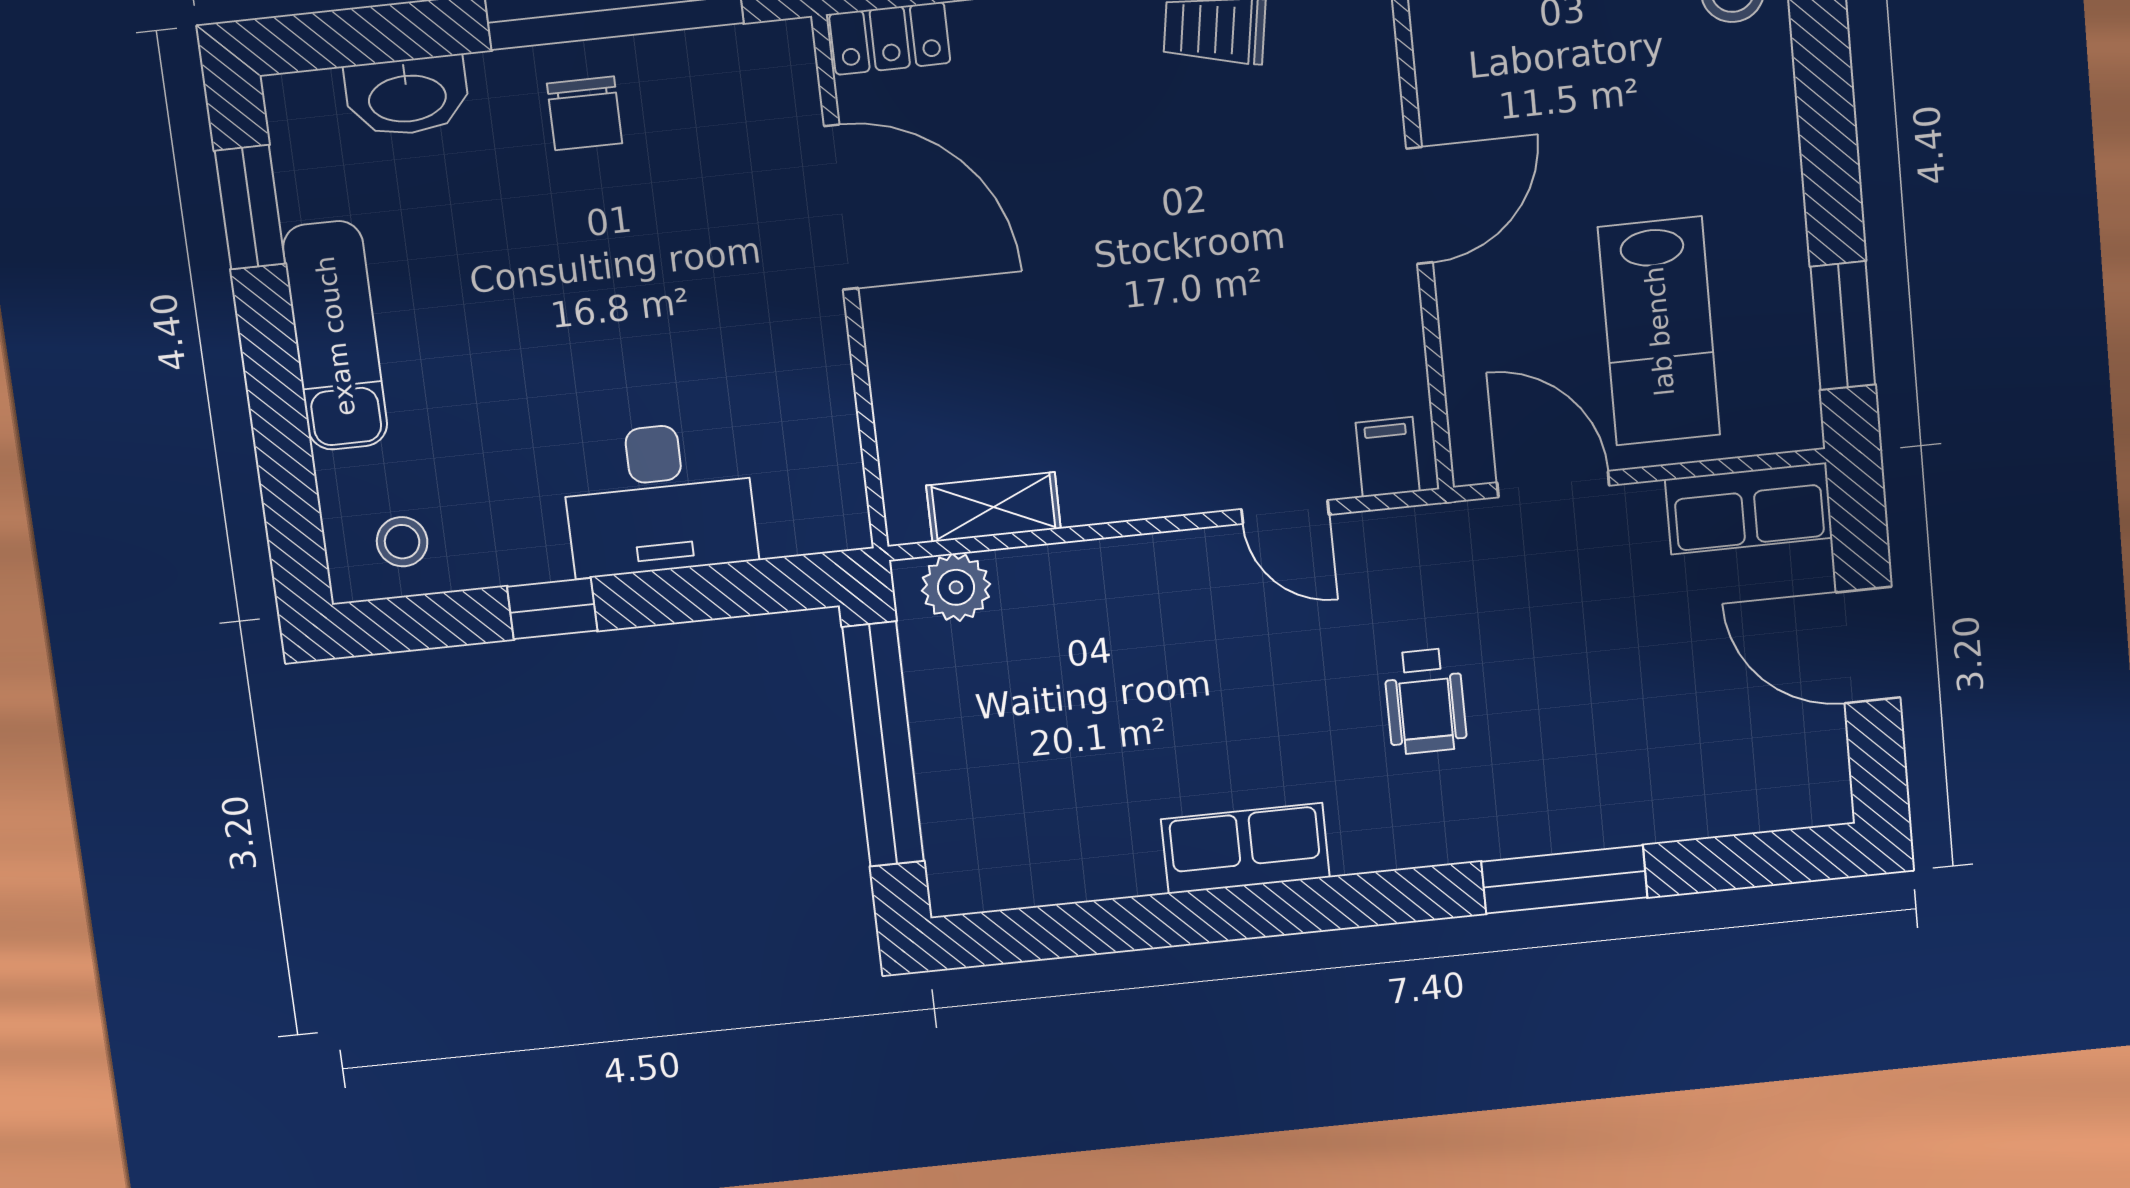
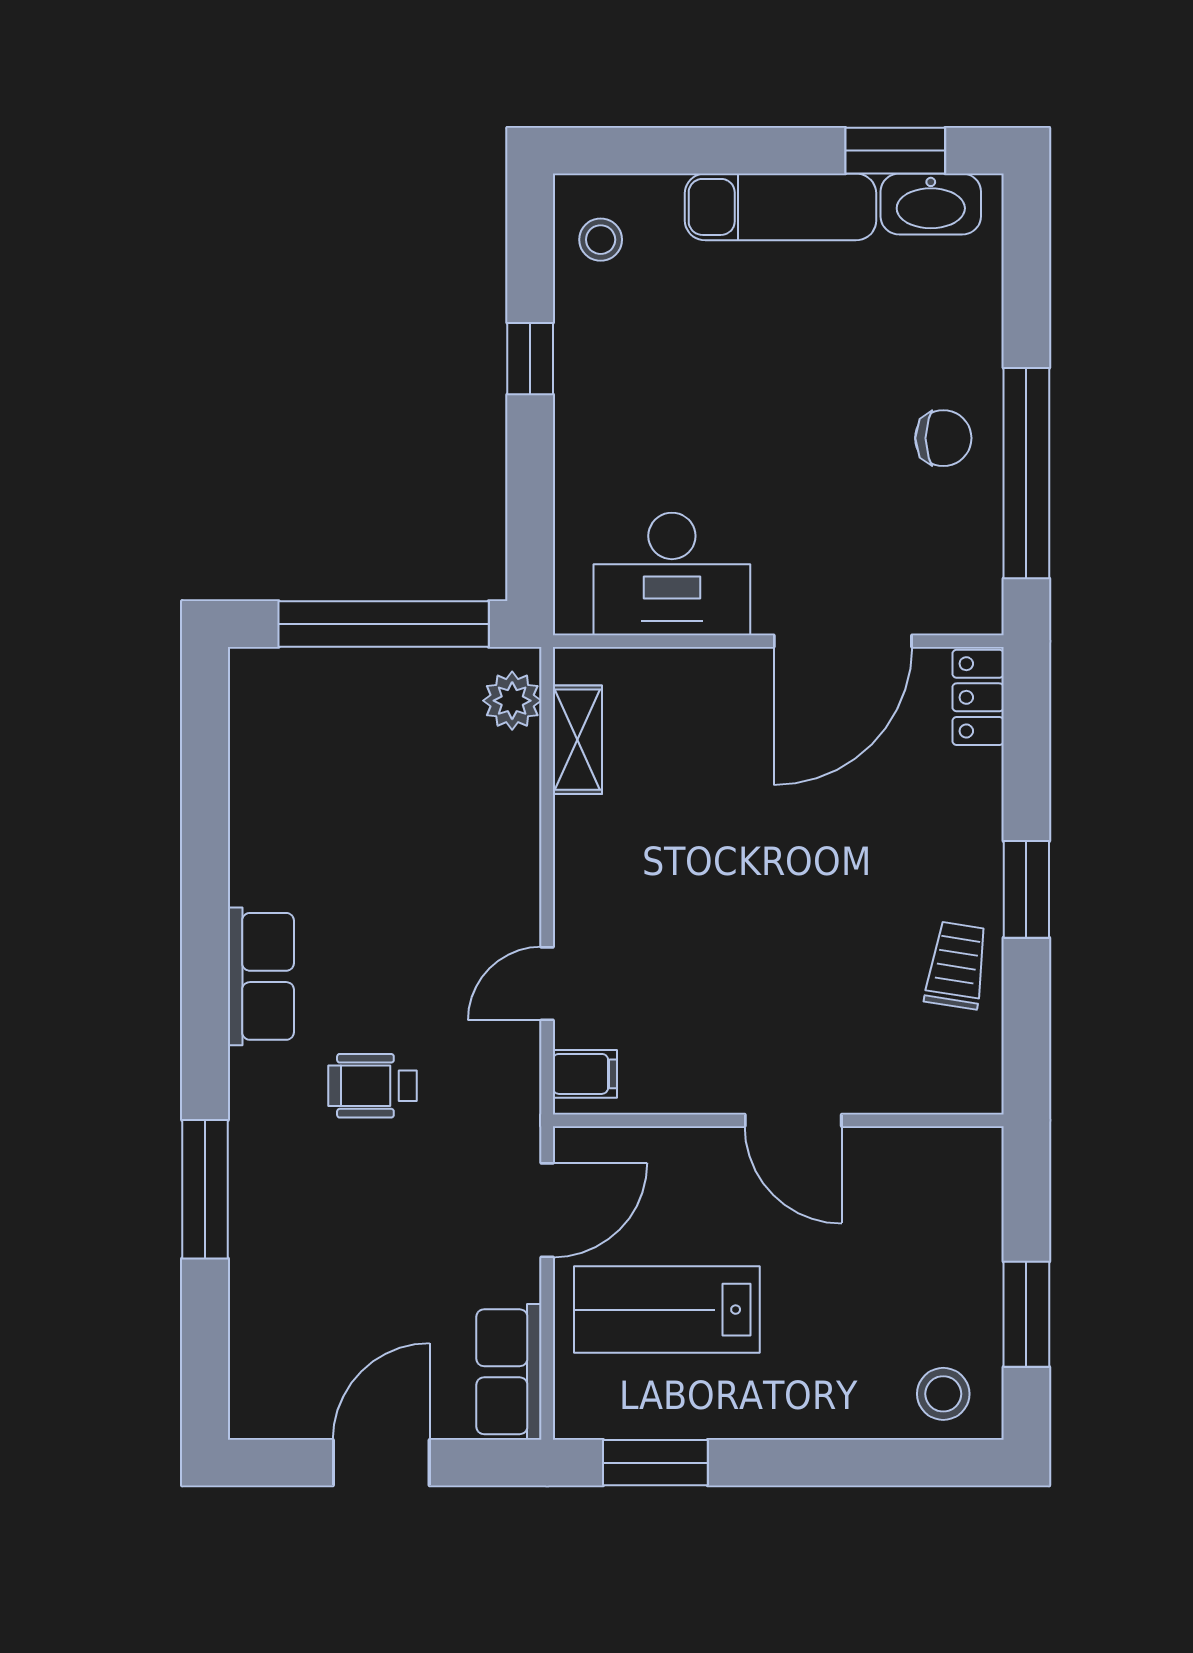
washbasin: (407, 96) -> (931, 204), moved, turned -90
chair: (585, 113) -> (943, 438), turned 180
desk: (659, 499) -> (672, 574), moved, turned -90
row of seats: (1245, 848) -> (261, 976), moved

